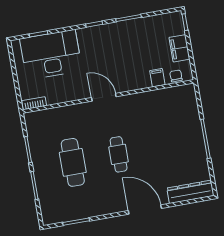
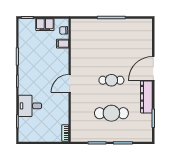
desk: (51, 55) -> (30, 106), width x0.53, depth x0.77
dresser: (190, 192) -> (146, 97), moved

